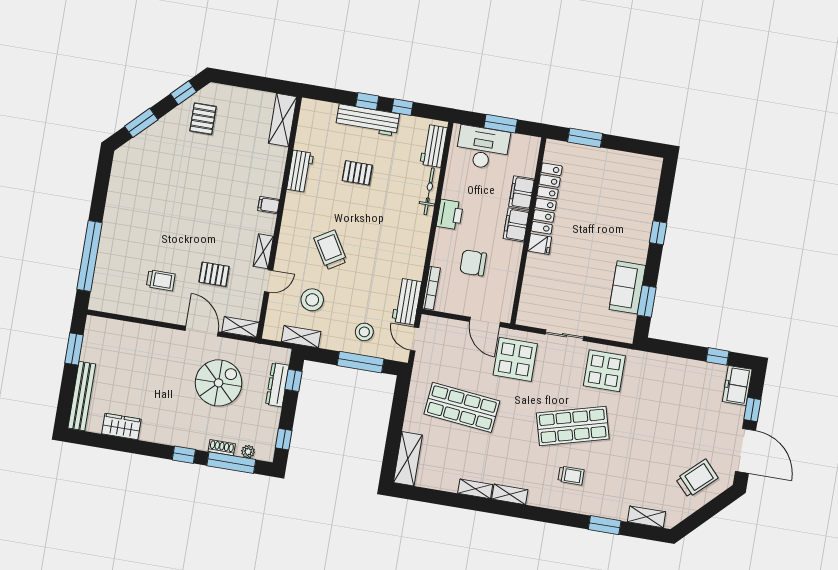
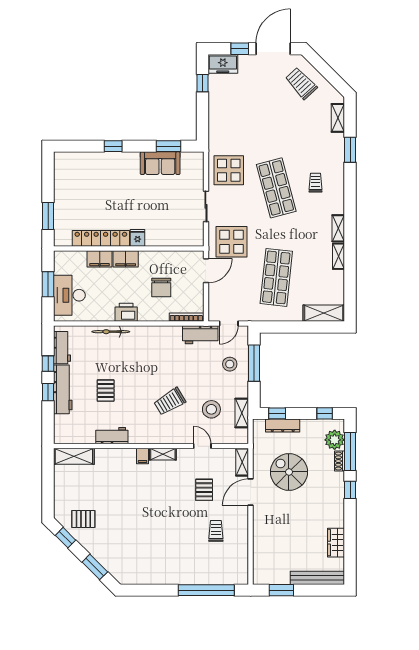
workbench: (434, 146) -> (62, 348), moved, turned -90
shelving: (263, 251) -> (163, 454), moved
plant: (248, 452) -> (335, 440), width x1.88, depth x1.88

